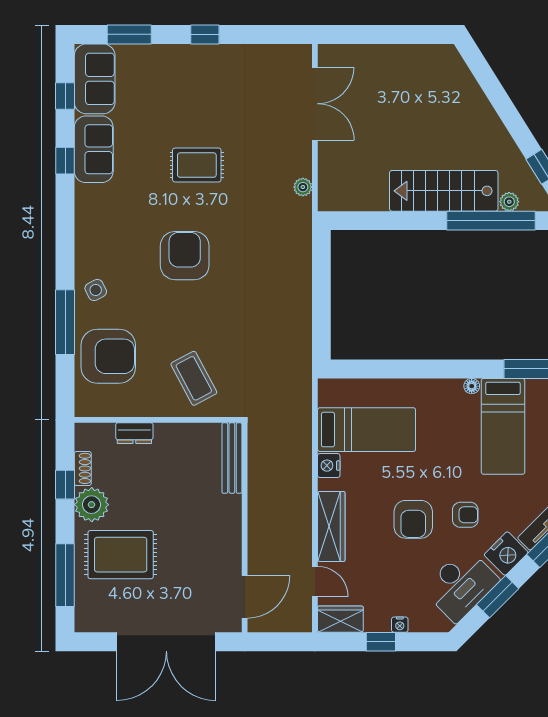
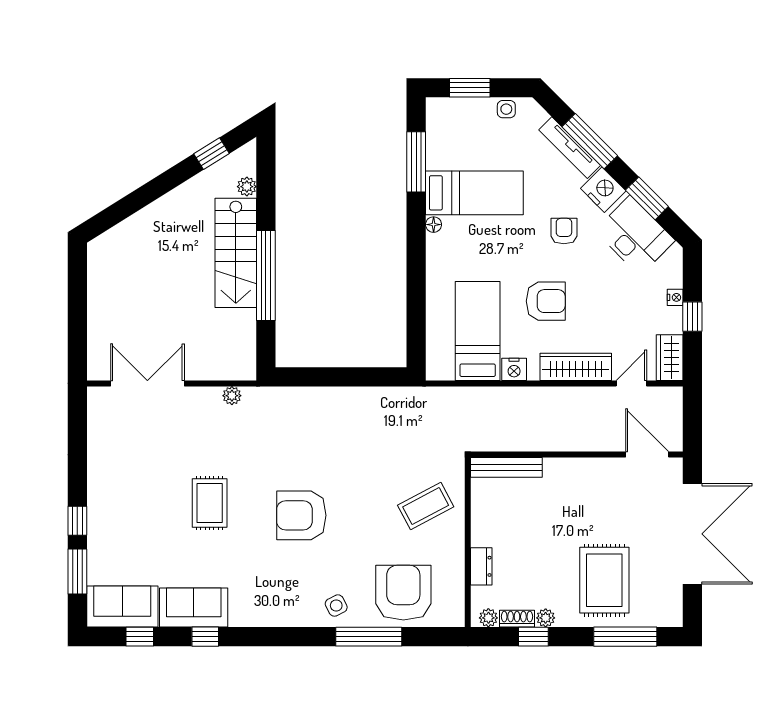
window: (205, 34) -> (77, 521), moved
window: (491, 221) -> (266, 275), moved
plant: (84, 440) -> (488, 618), added
plant: (92, 505) -> (546, 618), width x0.53, depth x0.53
armchair: (413, 519) -> (546, 301), moved

